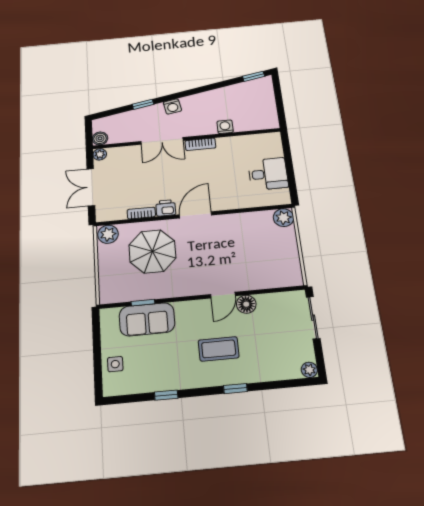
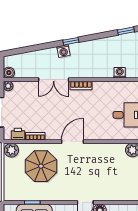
window: (143, 104) -> (71, 41), moved
washing machine: (225, 127) -> (120, 73), moved
printer: (166, 208) -> (18, 134), moved

